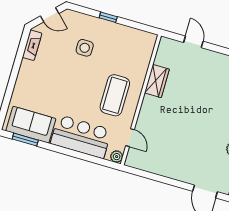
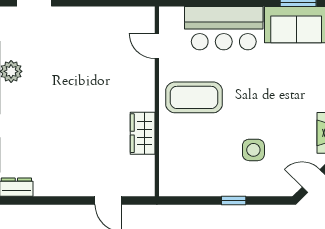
coffee table: (115, 95) -> (194, 97), turned 90
plant: (117, 157) -> (168, 15), removed

